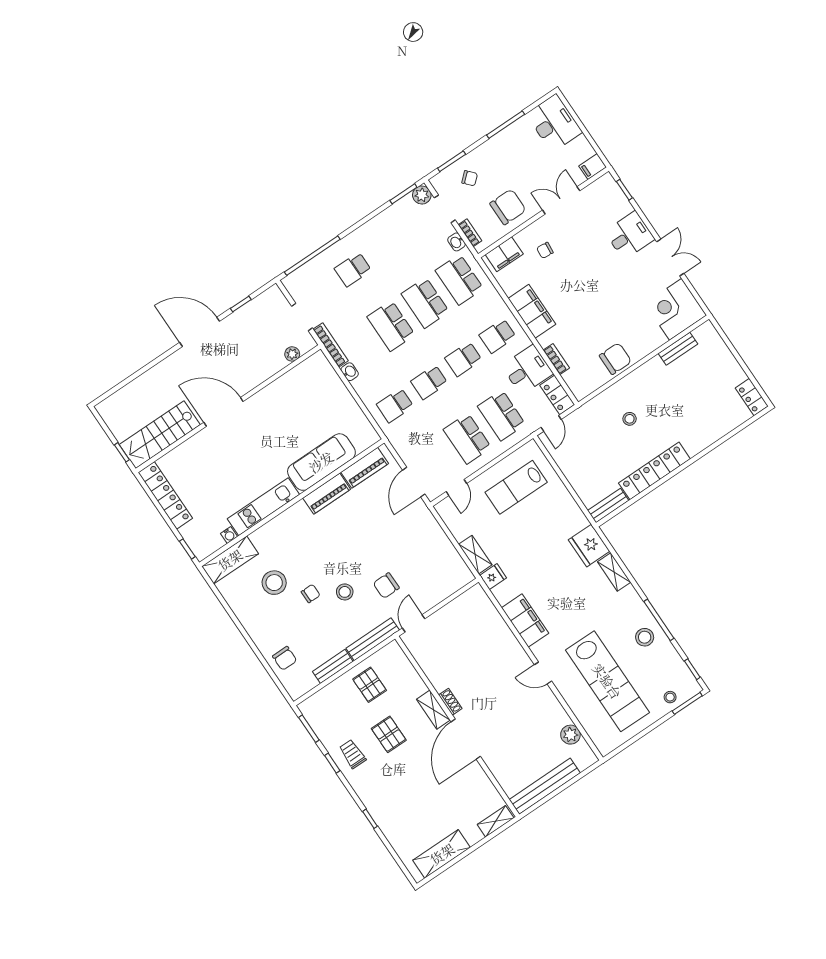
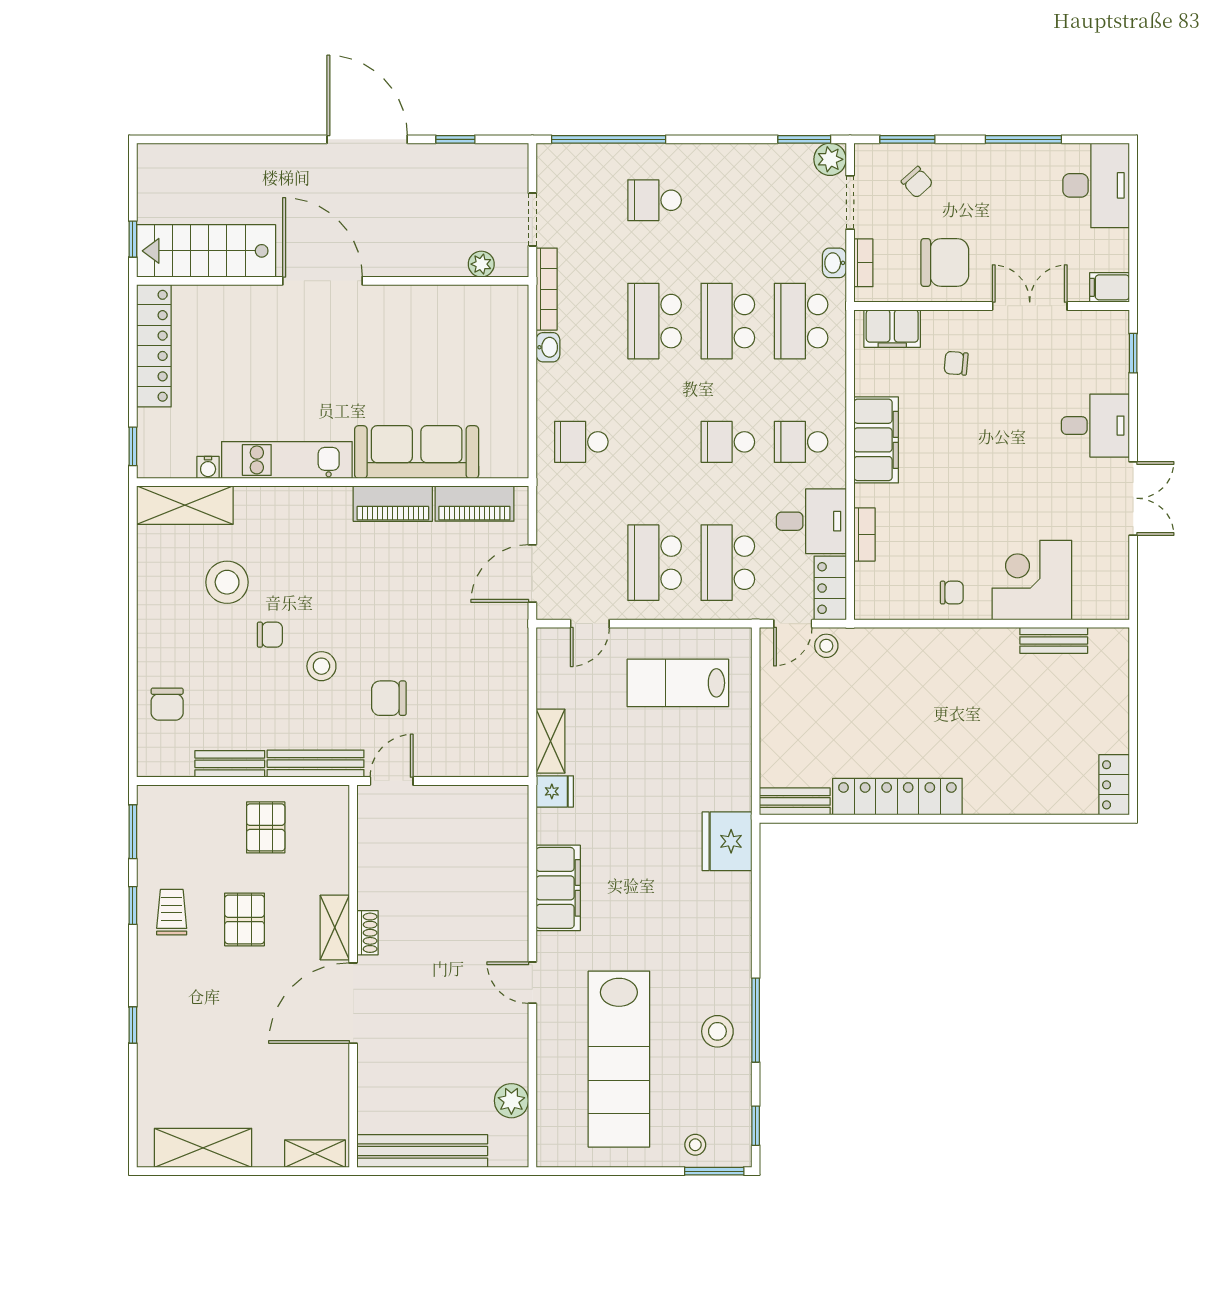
corner desk: (676, 309) -> (1032, 580), moved
chair: (615, 359) -> (952, 593), width x0.54, depth x0.54
school desk: (429, 382) -> (655, 442), removed
stool: (630, 419) -> (826, 646), moved
shelving: (614, 572) -> (738, 905), removed

